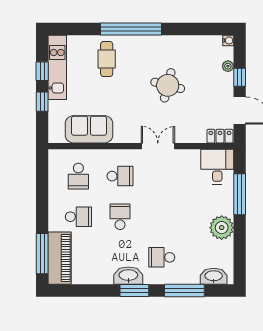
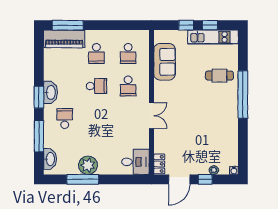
round table: (168, 85) -> (199, 123), removed
school desk: (78, 176) -> (128, 54), turned -90
window: (240, 194) -> (83, 179), moved

